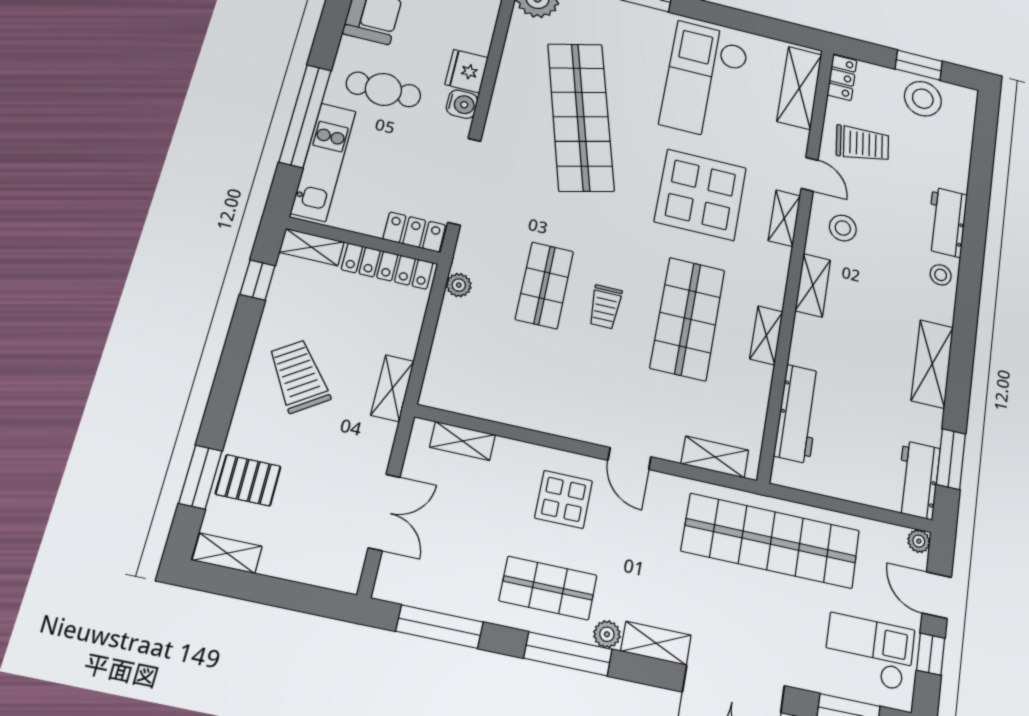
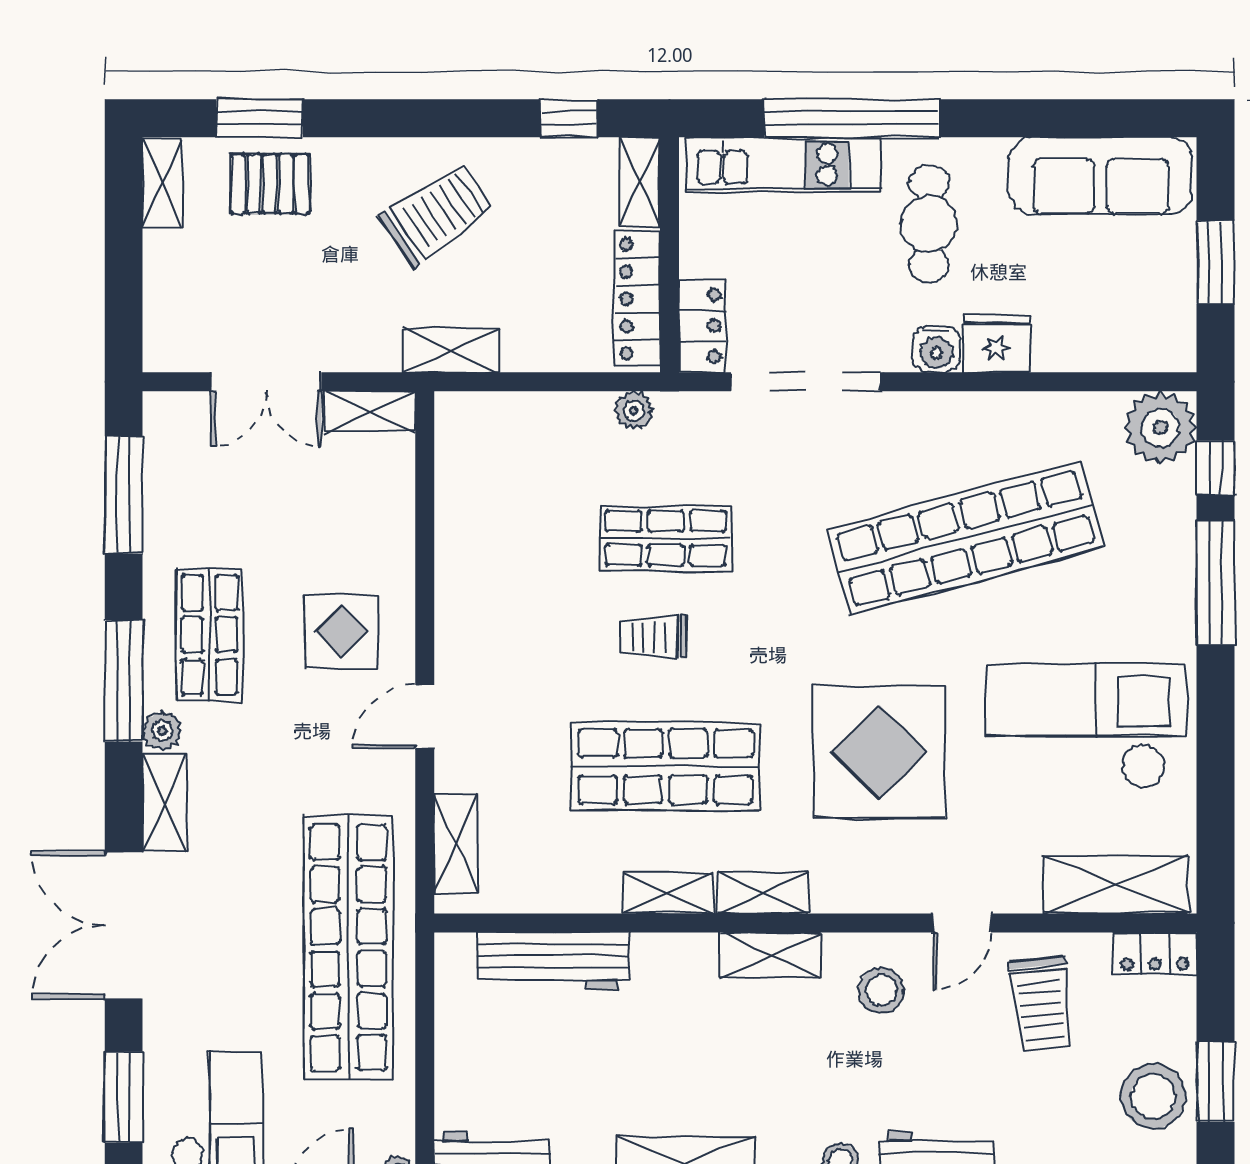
shelving: (784, 218) -> (763, 893), moved
shelving: (463, 441) -> (370, 411), moved, turned 90
pallet: (248, 480) -> (270, 184), turned 90

